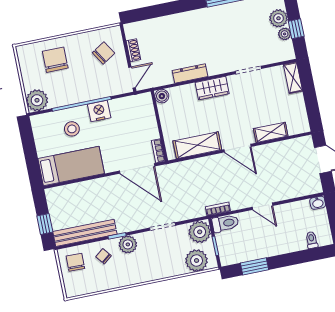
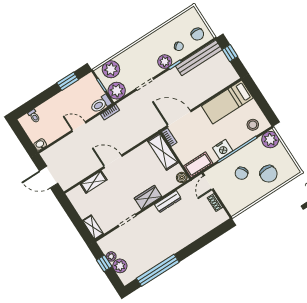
chair: (104, 53) -> (242, 173), moved
cot: (136, 104) -> (198, 165), added
stool: (72, 129) -> (253, 125), moved
shelving: (197, 145) -> (163, 152), moved, turned 90

